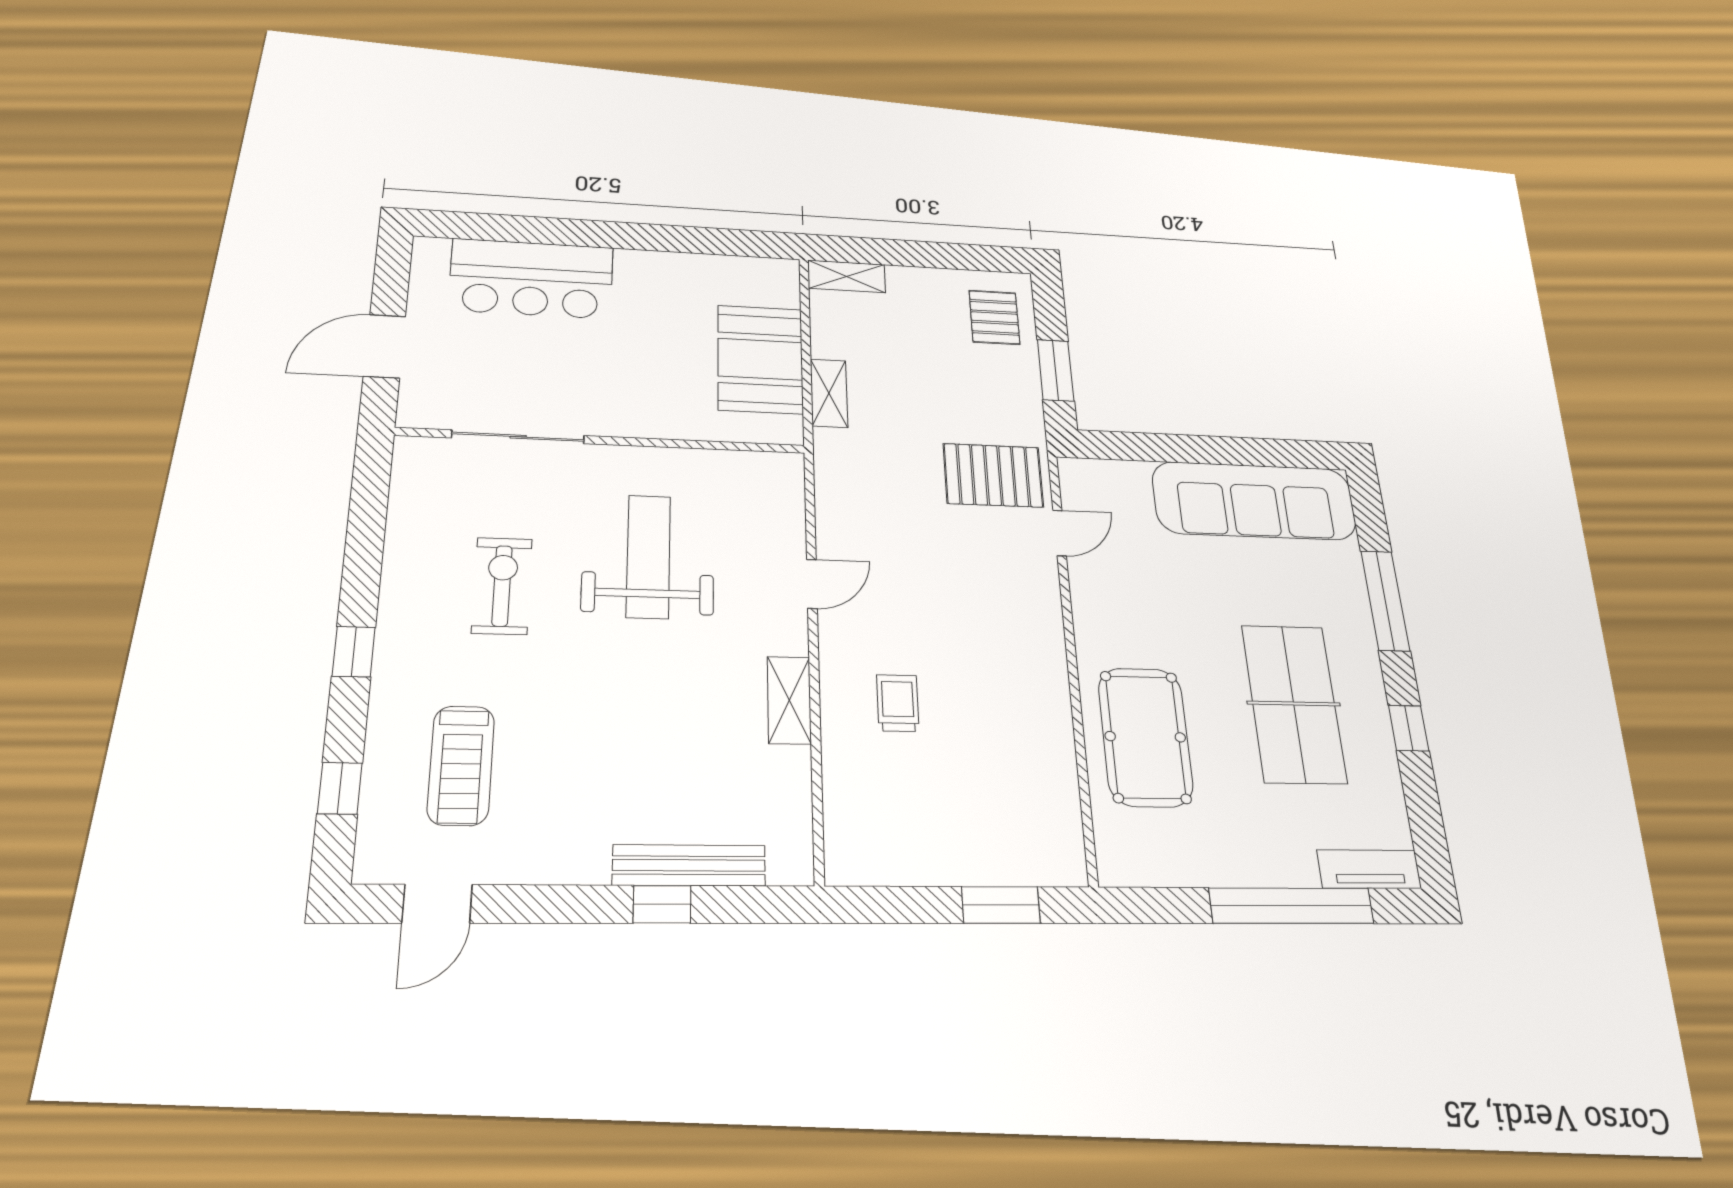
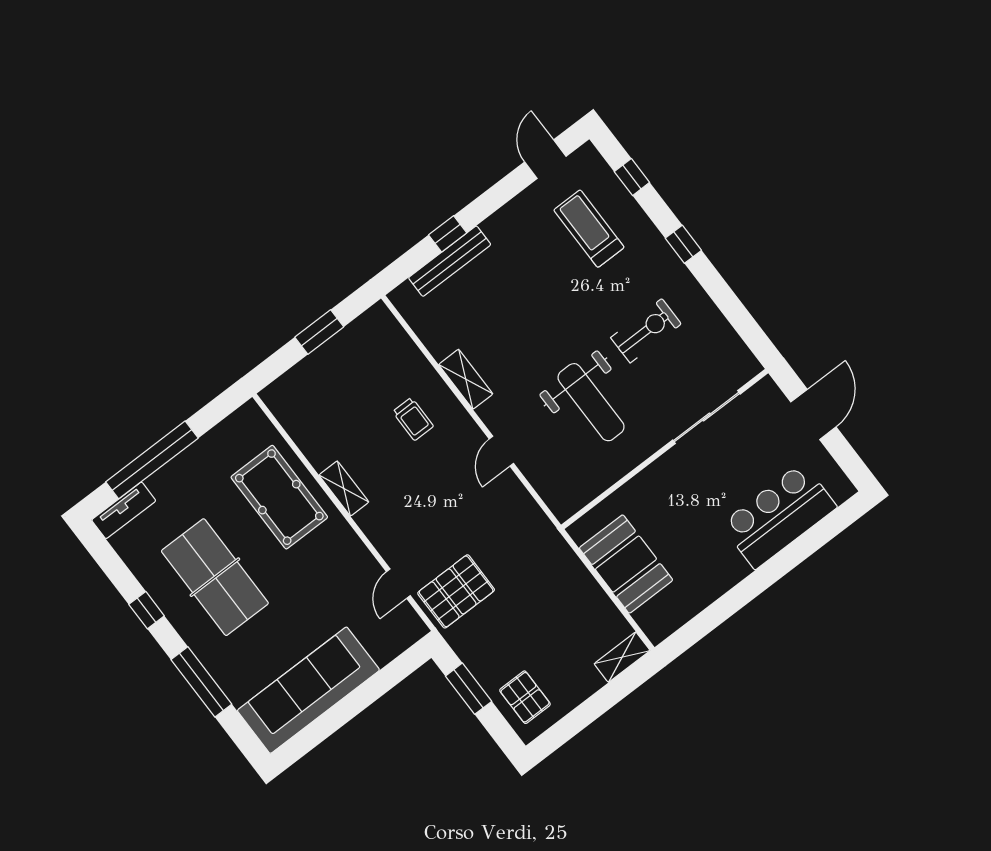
shelving: (829, 393) -> (344, 488), moved
exercise bike: (502, 586) -> (646, 331), turned -90
window: (1001, 905) -> (319, 332), moved

